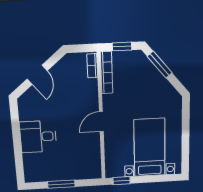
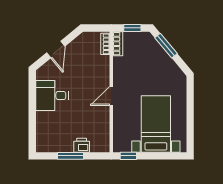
bookcase: (107, 73) -> (118, 44), width x0.64
desk: (38, 137) -> (52, 95), moved
printer: (72, 173) -> (82, 145), added

